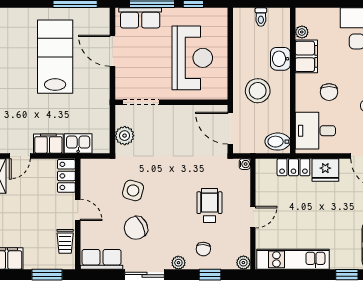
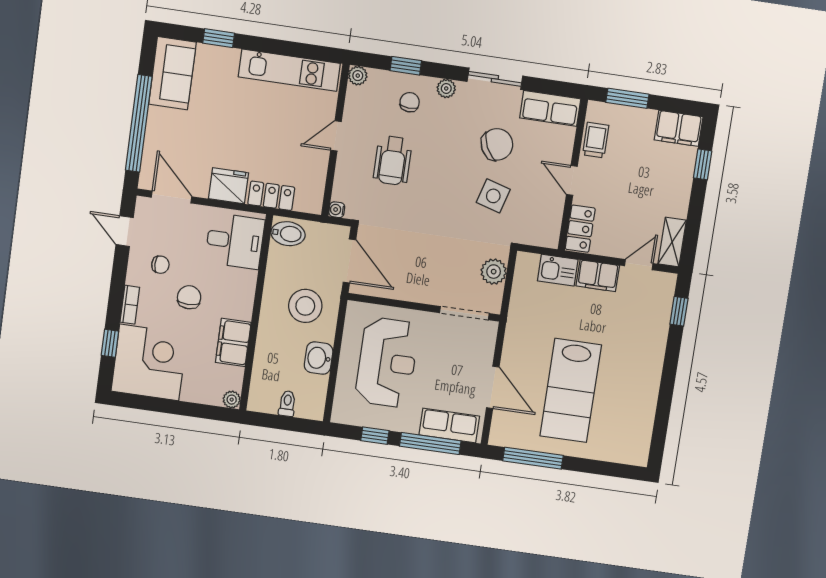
plant: (302, 32) -> (232, 400), moved
reception desk: (192, 58) -> (387, 362), turned 180
washbasin: (280, 59) -> (319, 358), moved, turned 180
chair: (329, 92) -> (189, 297), moved

